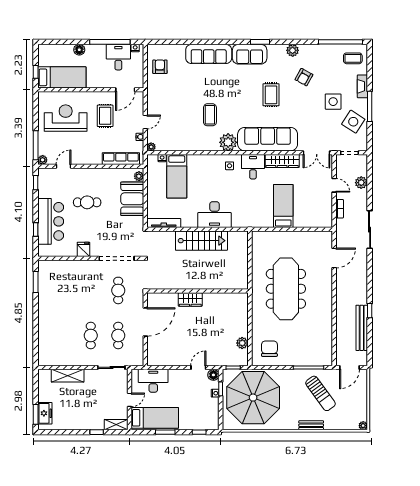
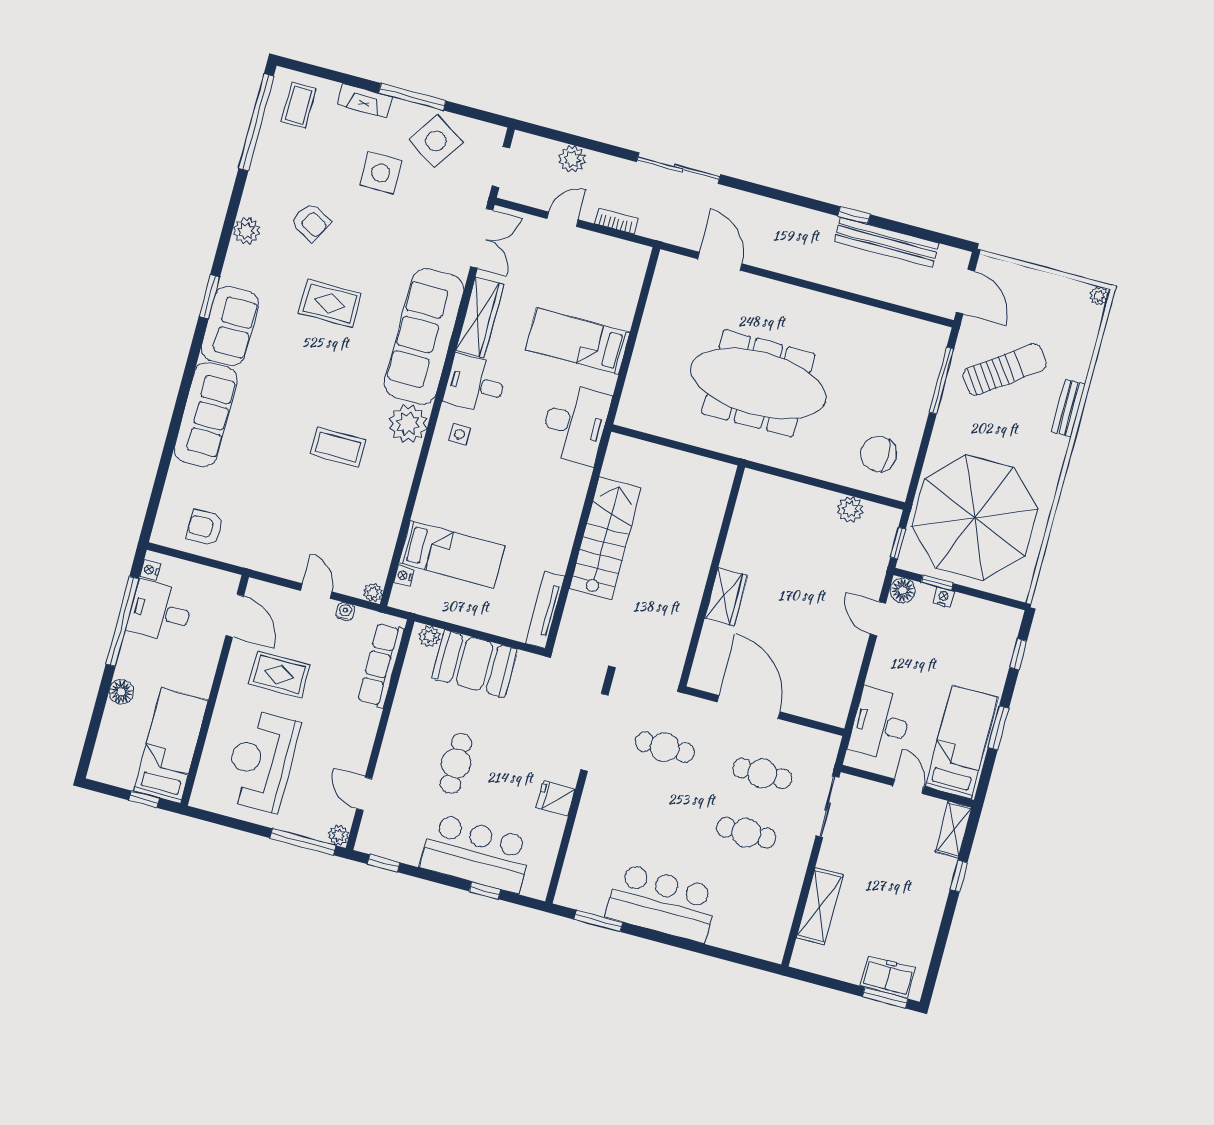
desk: (214, 215) -> (575, 424), moved
bar counter: (51, 307) -> (662, 903), added

